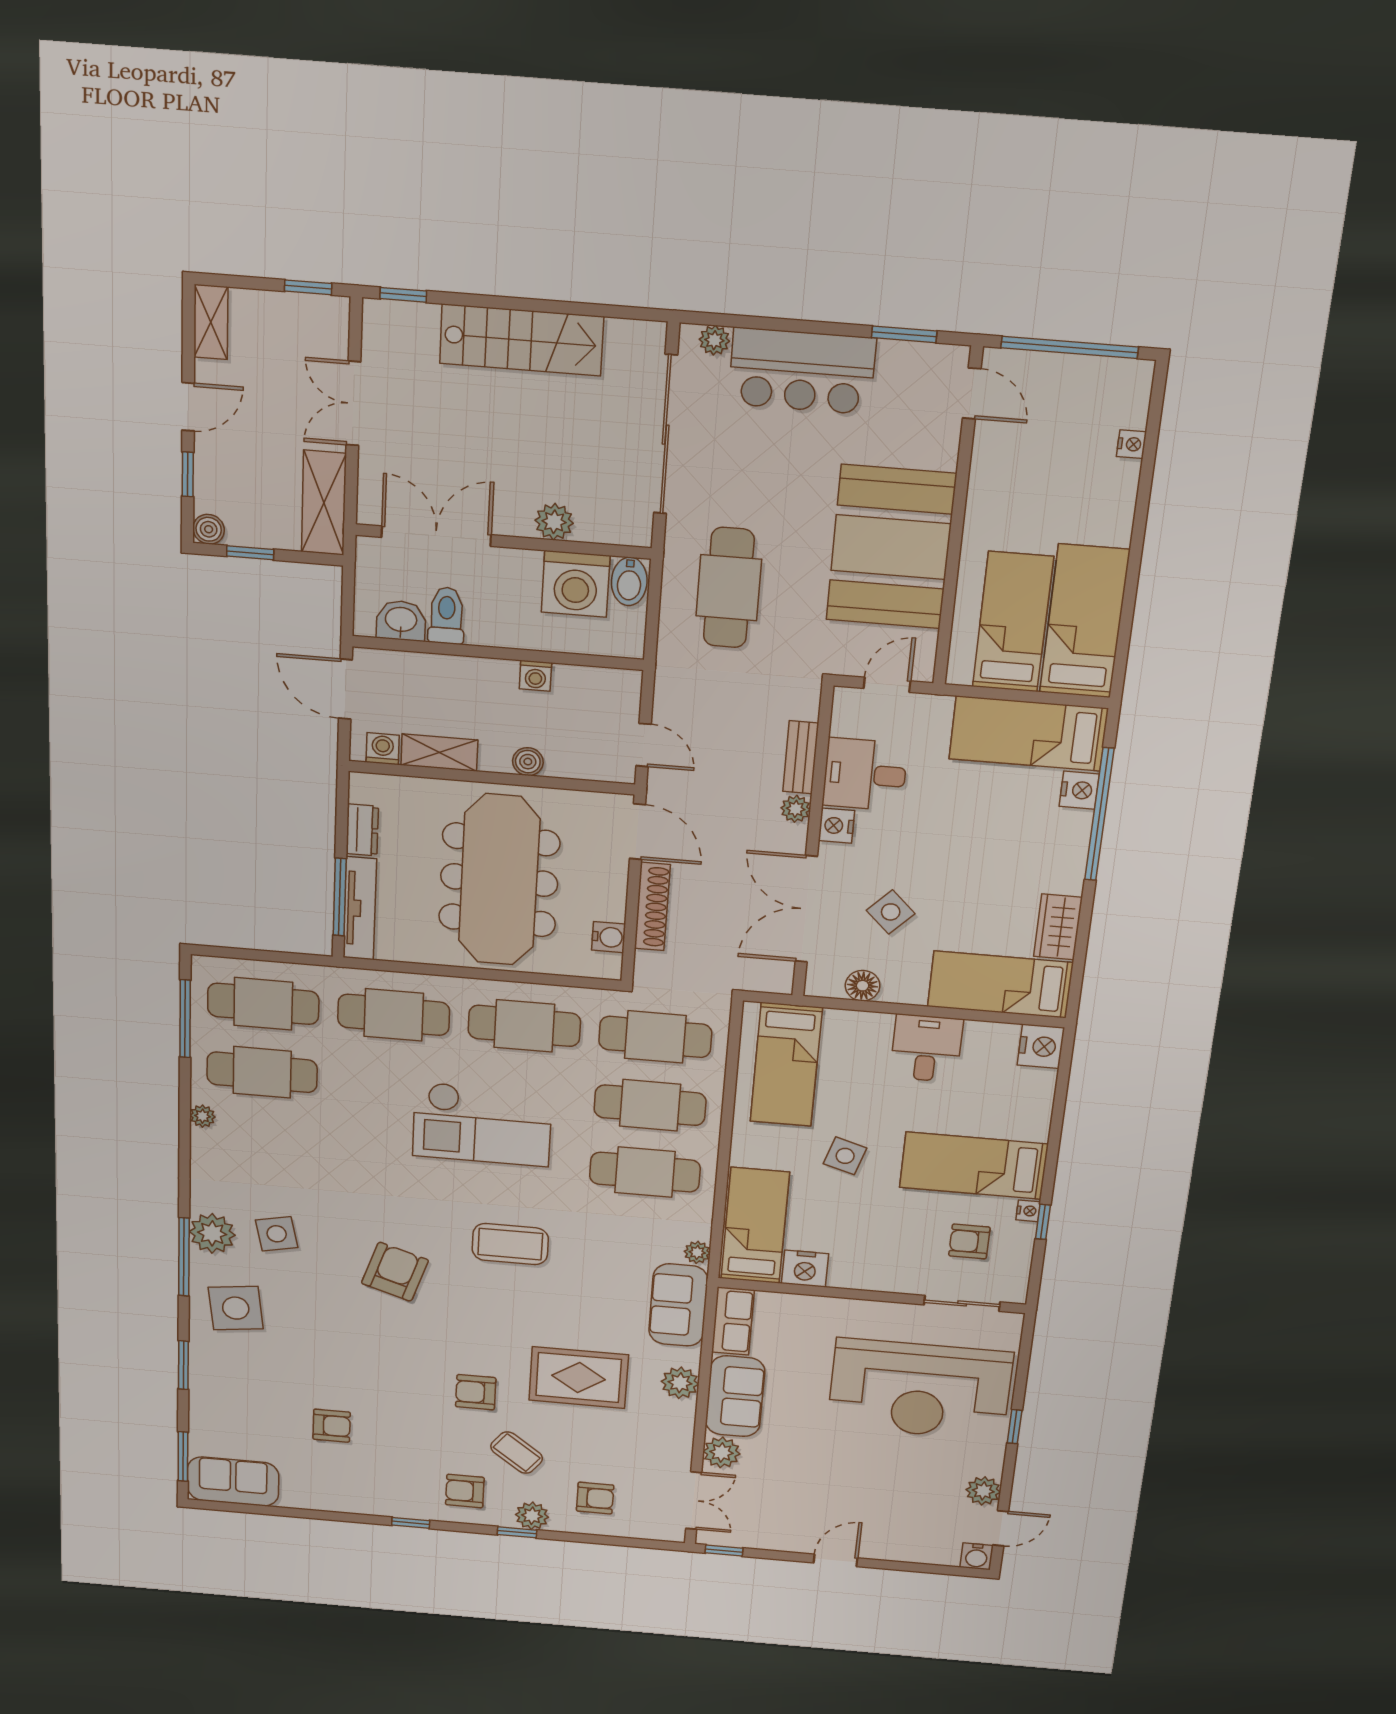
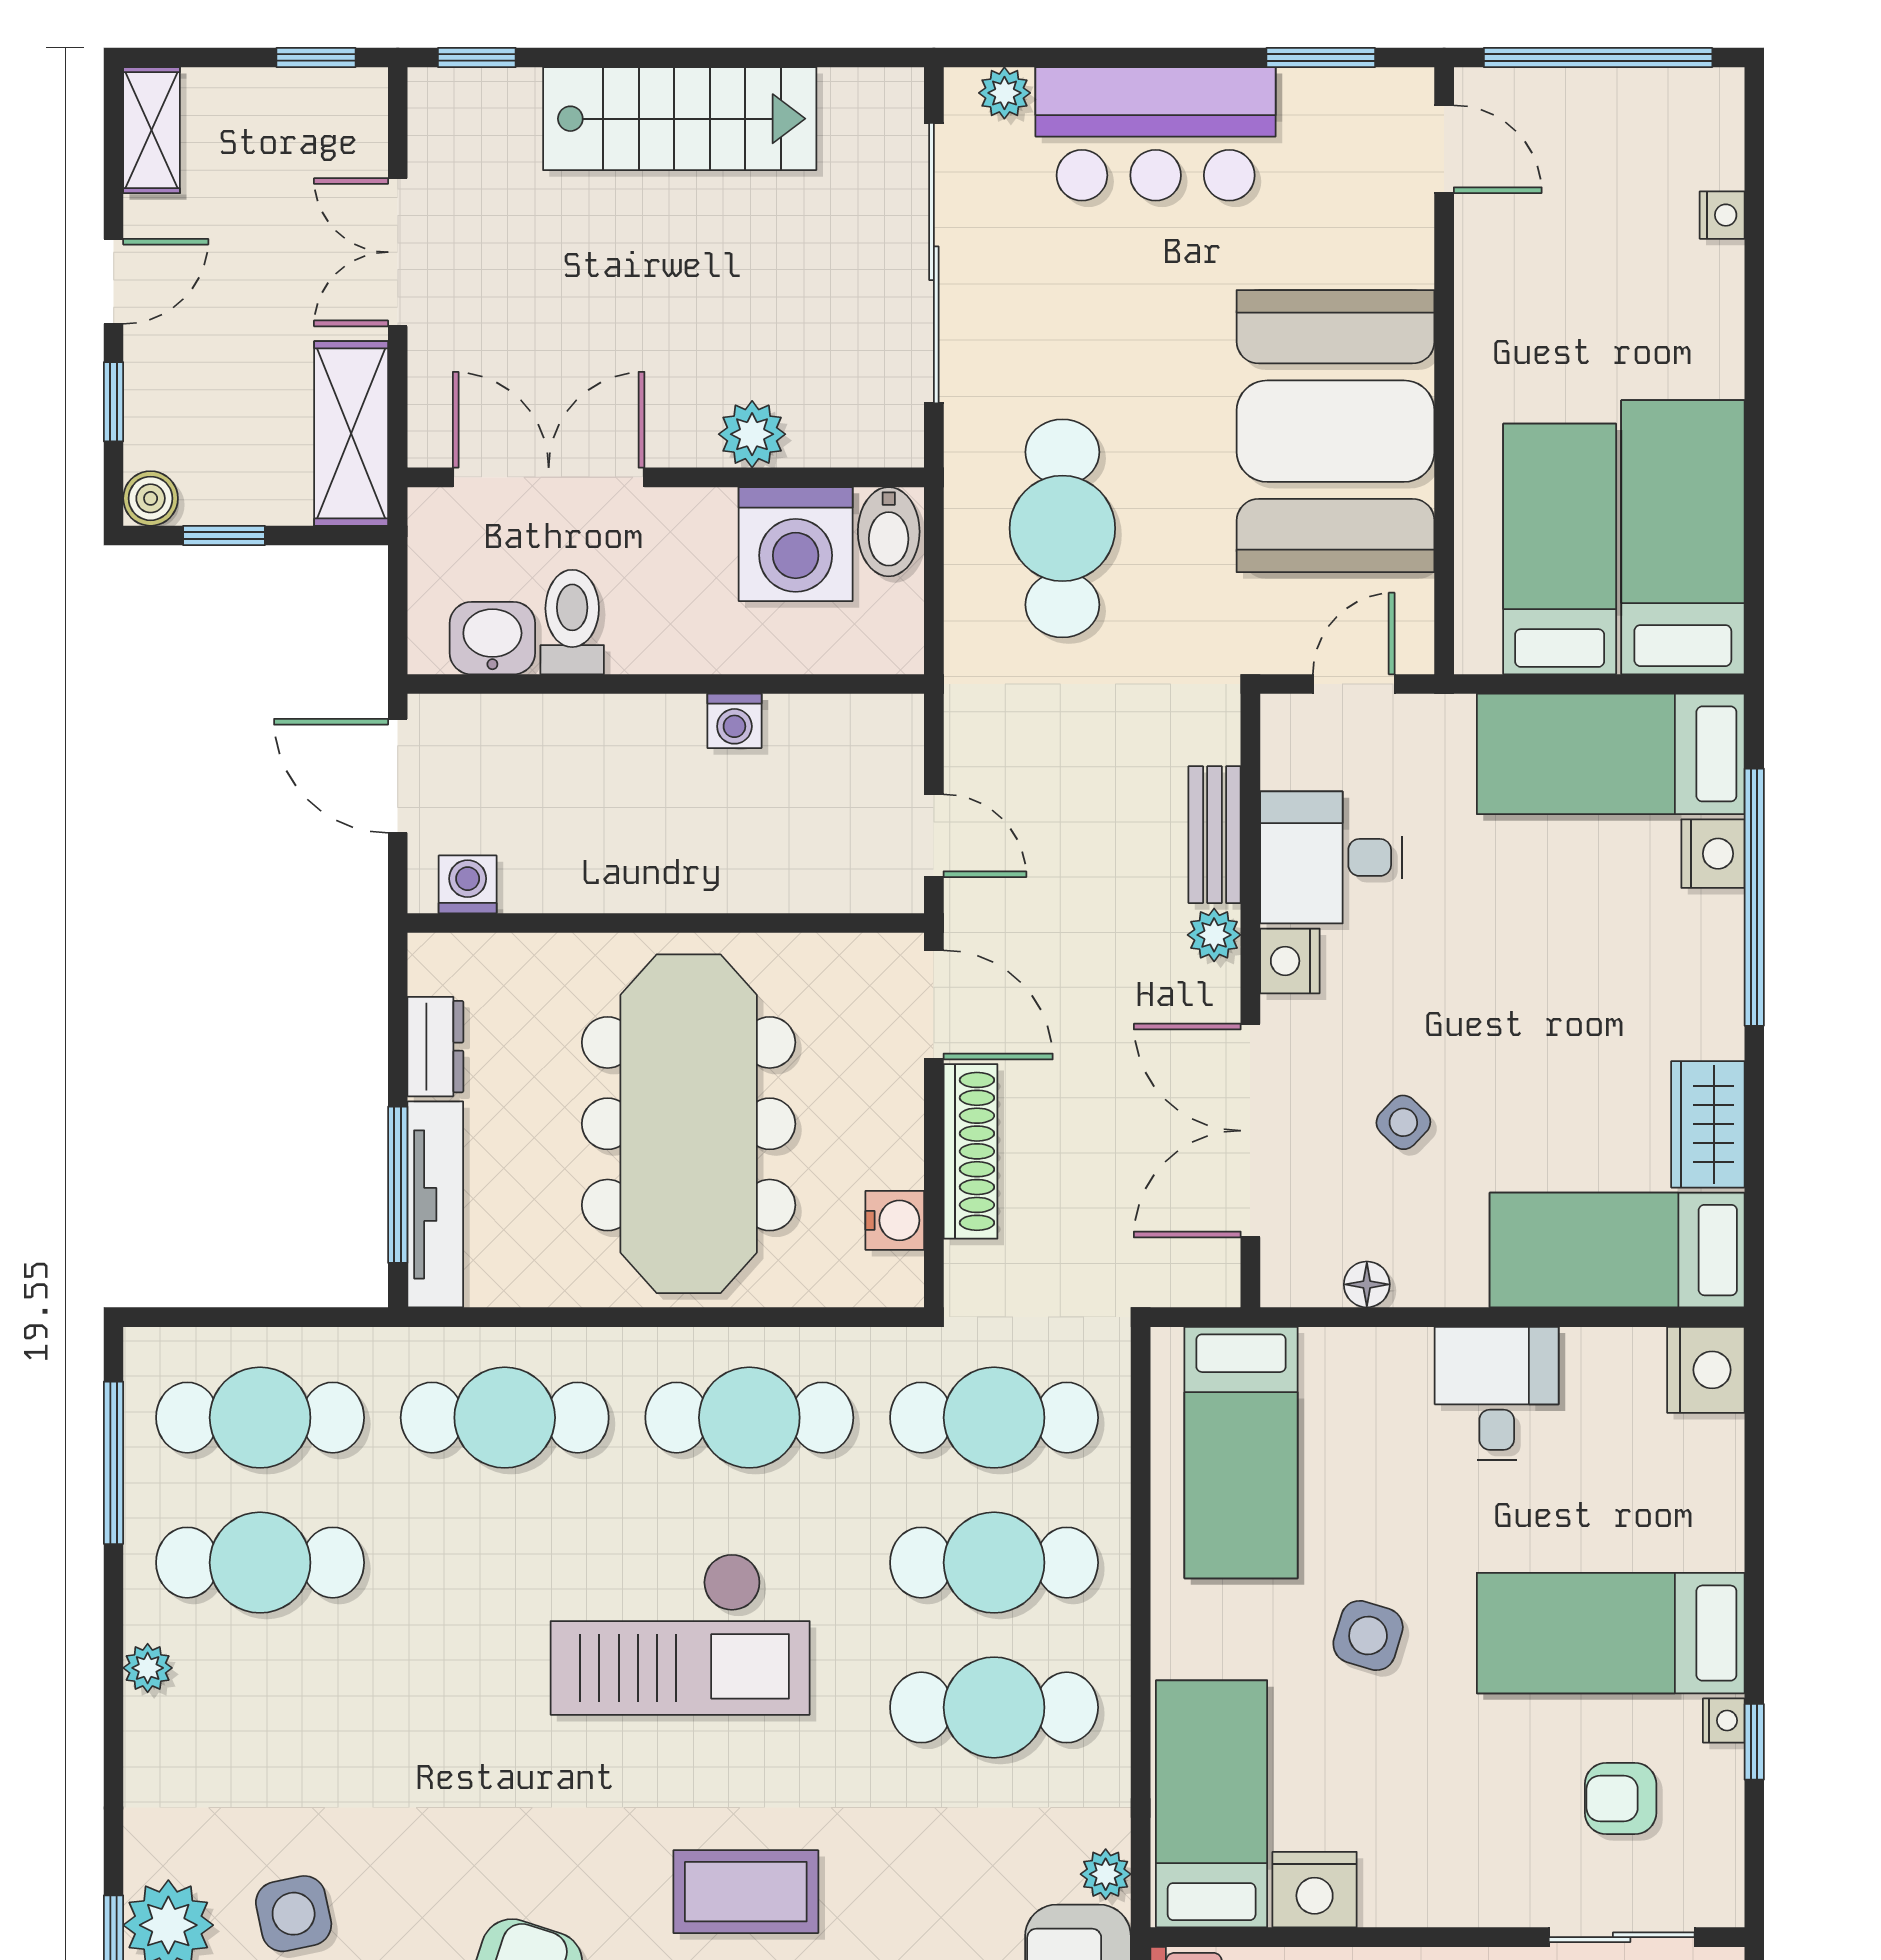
shelving: (439, 753) -> (570, 883), removed
boiler: (528, 762) -> (729, 886), removed
side table: (891, 912) -> (1403, 1122), width x0.73, depth x0.73
floor lamp: (863, 986) -> (1367, 1284), width x0.73, depth x0.73

